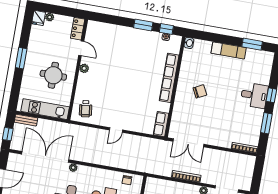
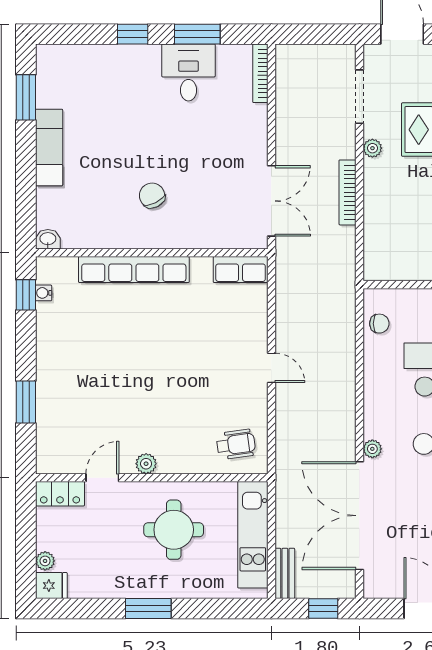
window: (143, 25) -> (26, 402), moved
desk: (254, 95) -> (188, 72), moved

